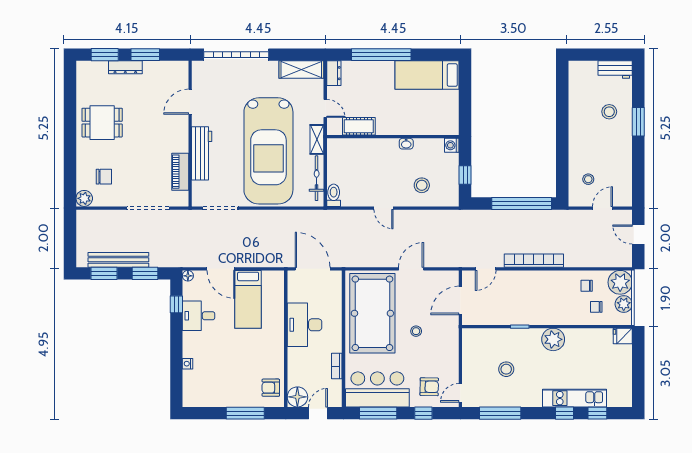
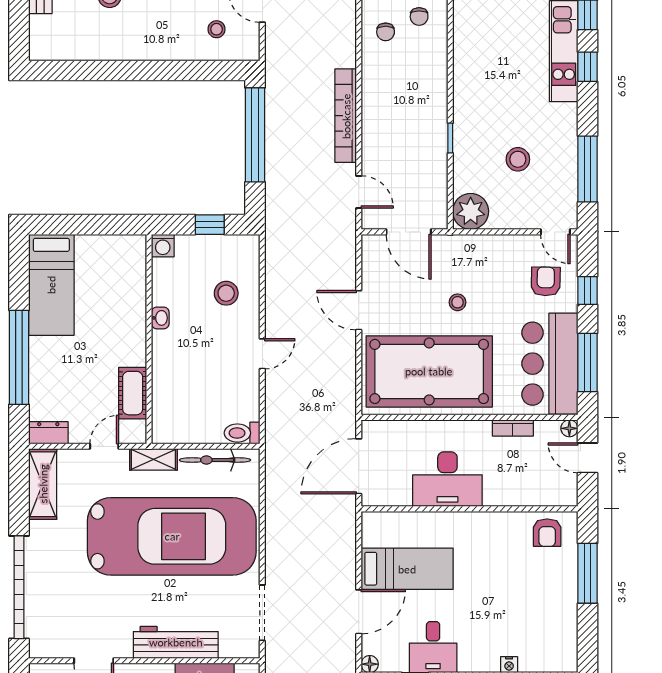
plant: (553, 339) -> (471, 211), moved
floor lamp: (297, 397) -> (569, 428), moved, width x0.53, depth x0.53

